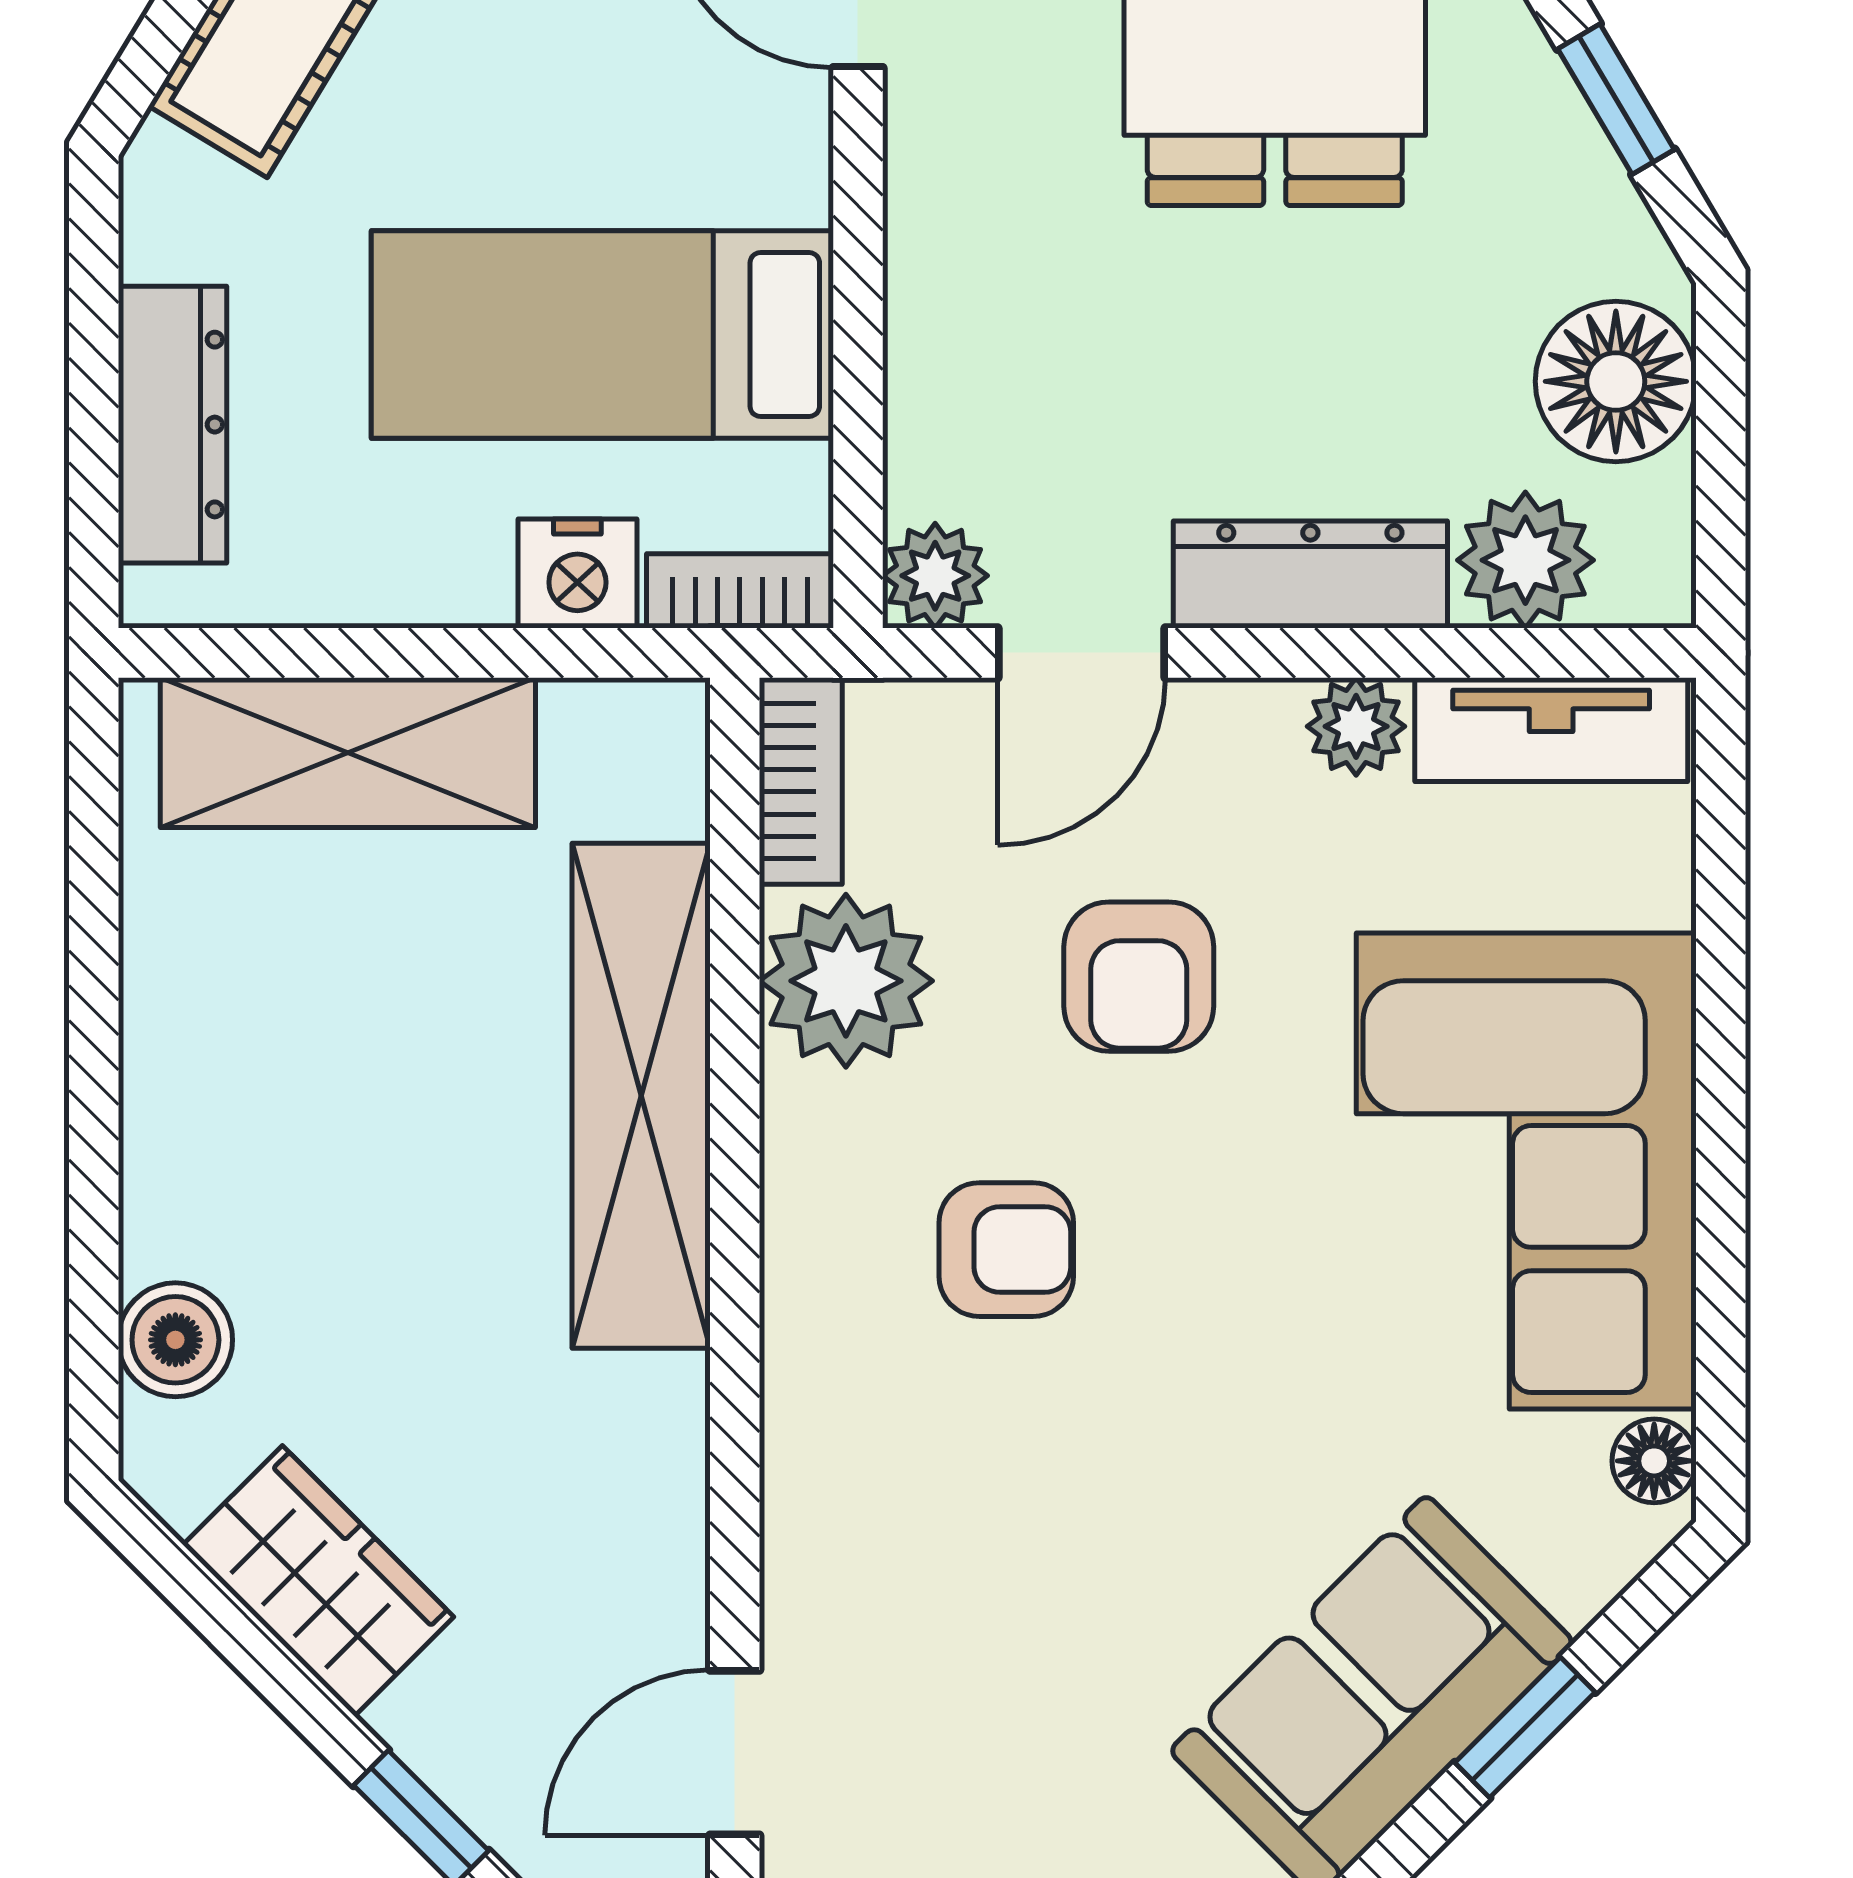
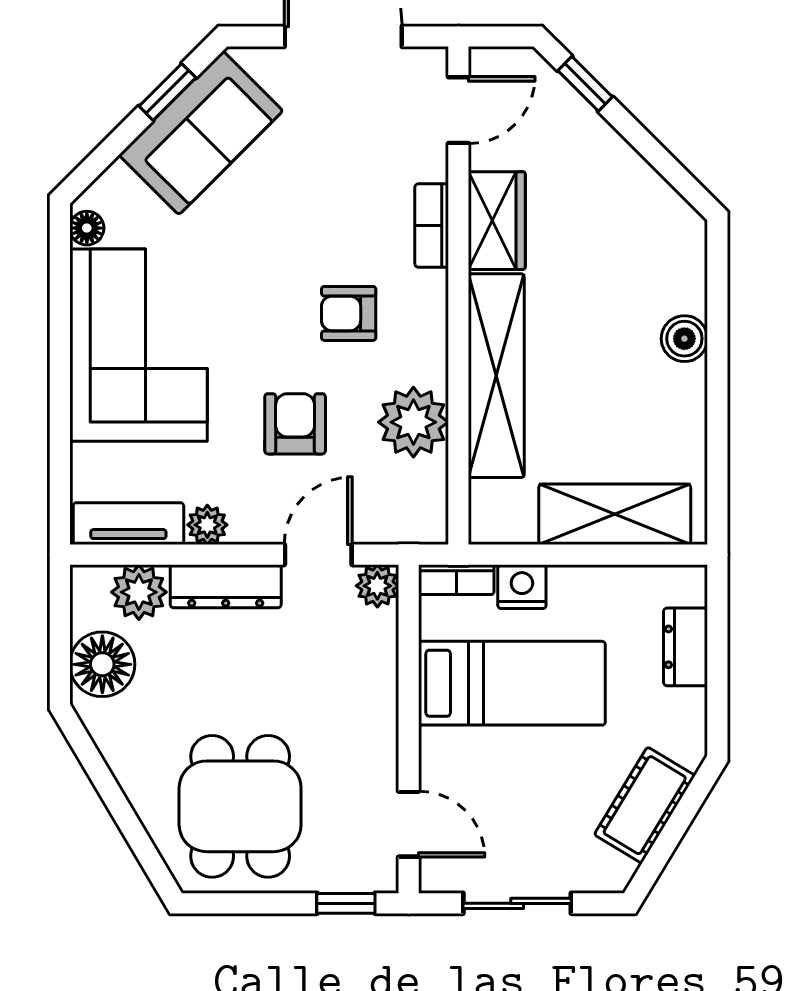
window: (1616, 99) -> (102, 778), removed
dresser: (173, 425) -> (686, 647), width x0.70
bookcase: (801, 781) -> (432, 226), moved
boiler: (175, 1340) -> (684, 339), moved
wardrobe: (318, 1581) -> (497, 221), moved, turned -135
window: (1525, 1727) -> (167, 92), moved

